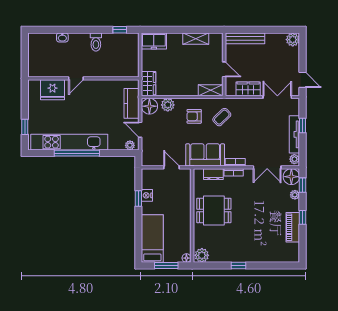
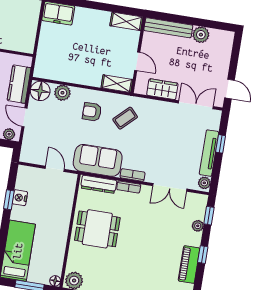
shelving: (196, 39) -> (126, 21), moved
plant: (293, 40) -> (201, 35), moved
wardrobe: (149, 84) -> (43, 63), removed
dresser: (213, 174) -> (99, 184), width x1.44
floor lamp: (291, 177) -> (197, 203), removed

